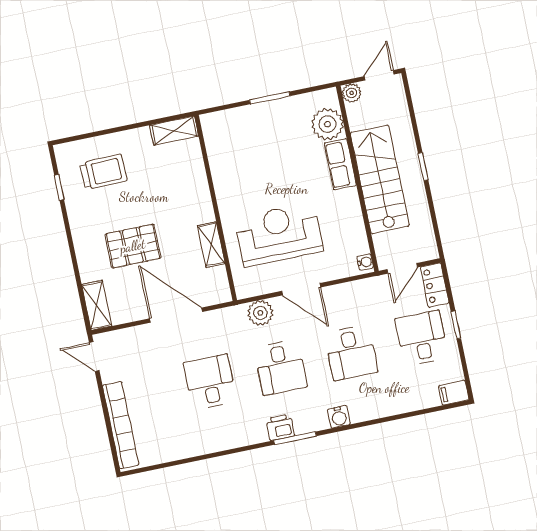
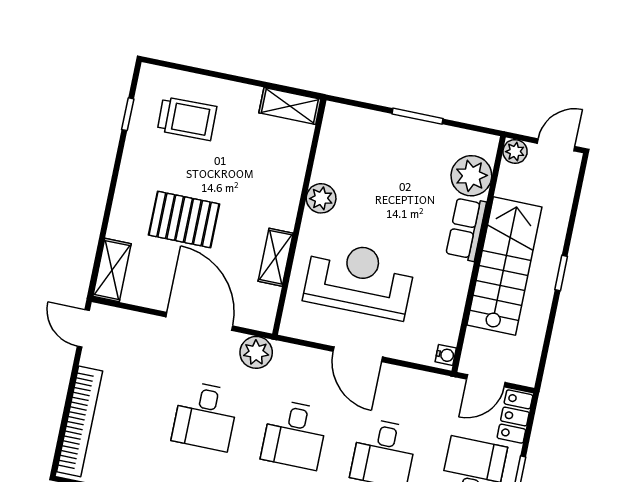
plant: (226, 188) -> (321, 198), added
plant: (260, 313) -> (256, 352), moved
desk: (210, 382) -> (205, 416), turned 180

